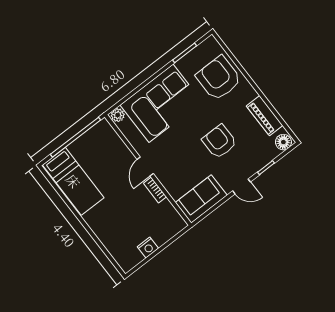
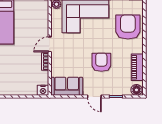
nightstand: (148, 248) -> (43, 90), moved

